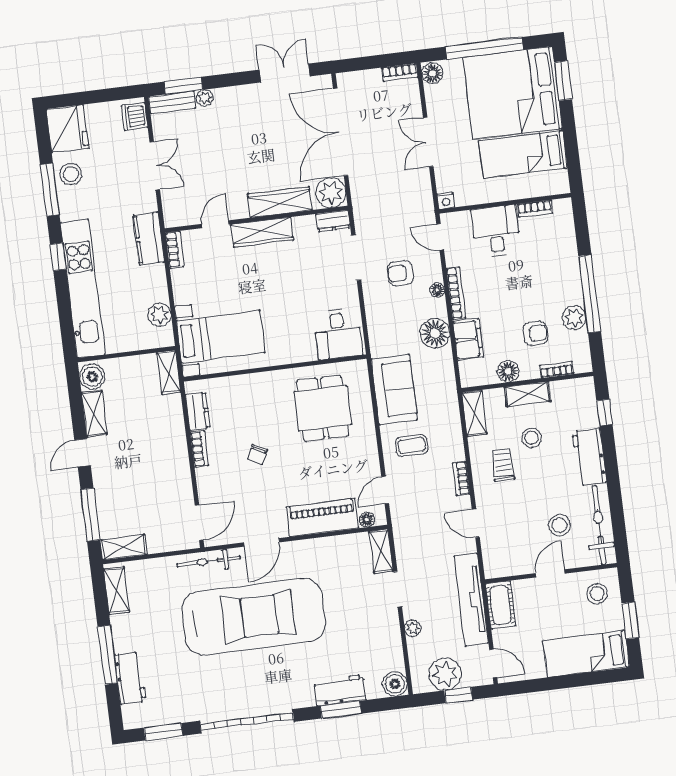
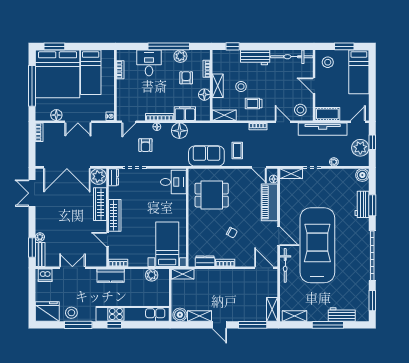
floor lamp: (432, 73) -> (56, 115), moved
desk: (496, 231) -> (149, 63), moved, turned 90
door: (476, 523) -> (283, 122), swing flipped
stool: (559, 525) -> (300, 110), moved

